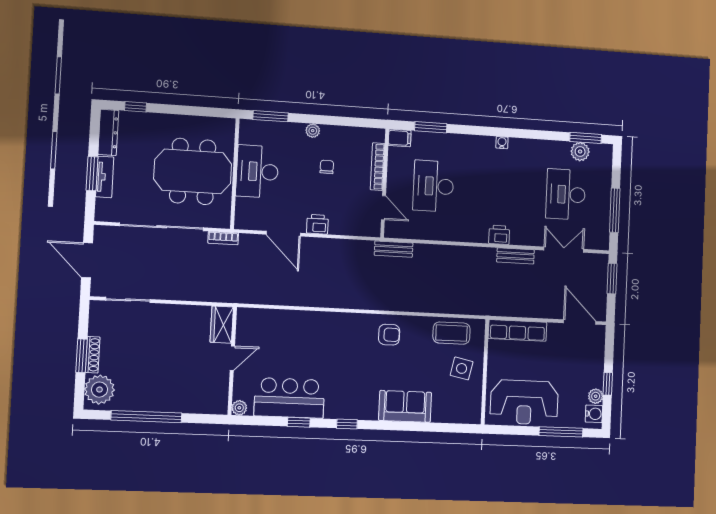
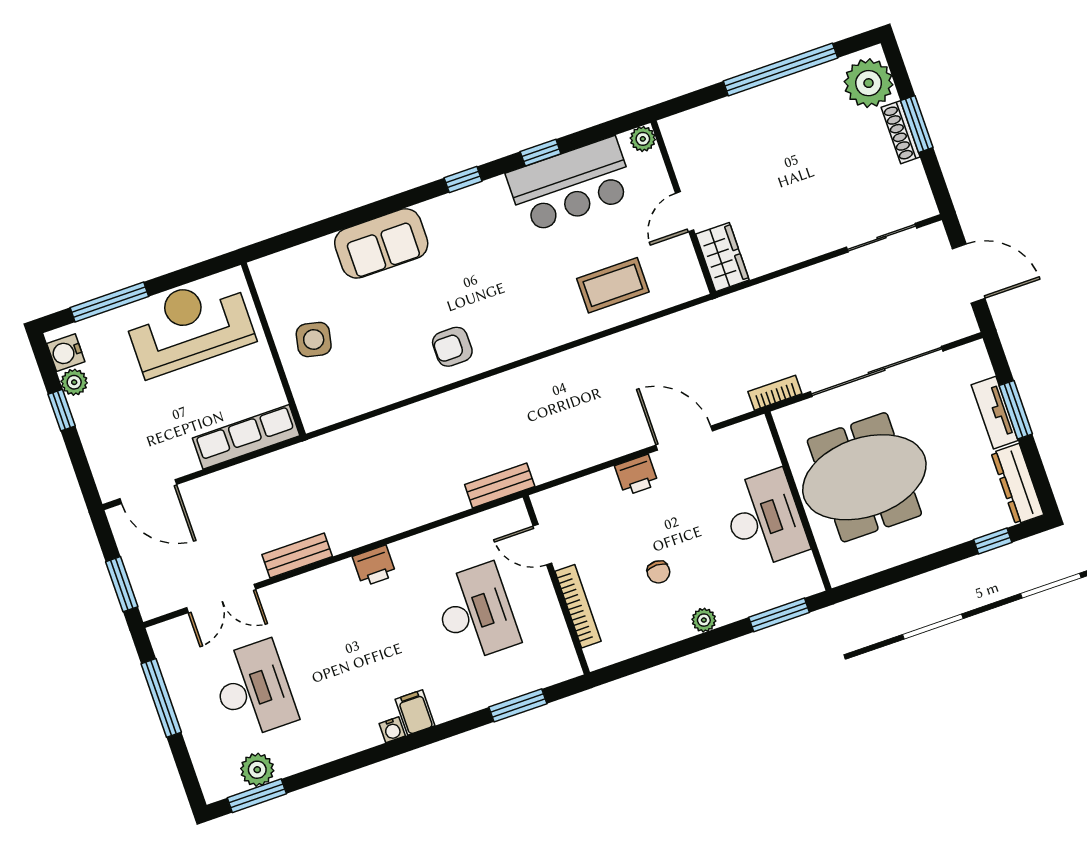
filing cabinet: (400, 138) -> (415, 712), moved, turned 90
printer: (499, 235) -> (374, 566), moved
coffee table: (451, 333) -> (613, 285), moved

